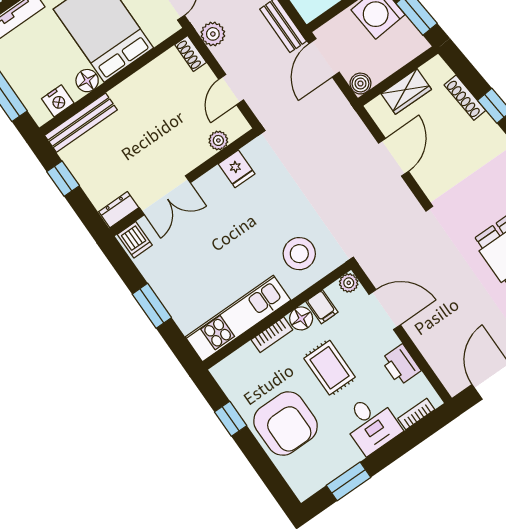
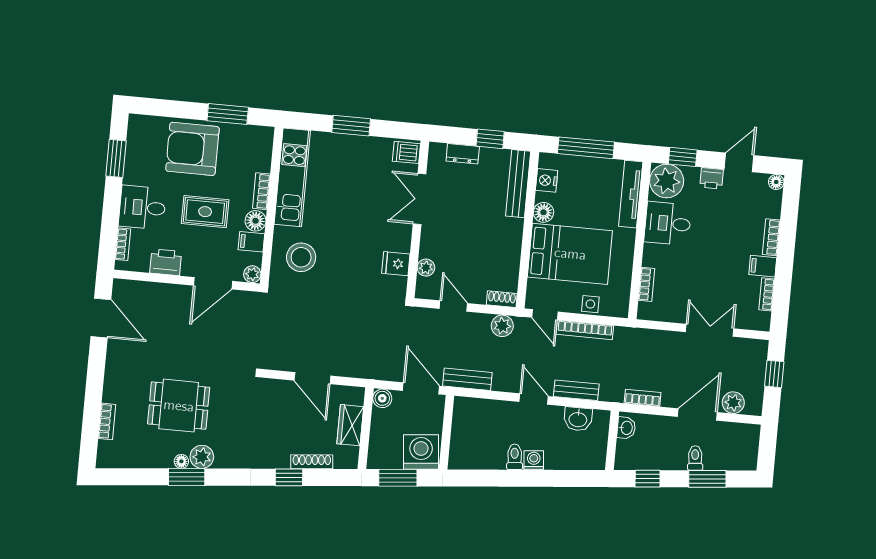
dresser: (119, 210) -> (463, 154), moved, turned 90
window: (231, 419) -> (228, 114), width x1.50

